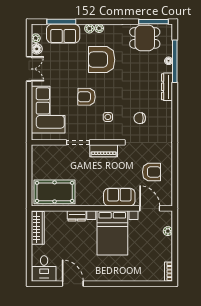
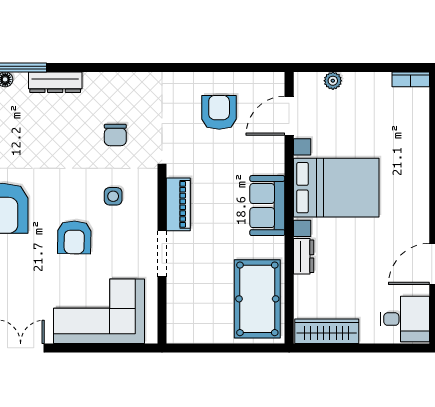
sofa: (119, 197) -> (267, 206), moved

